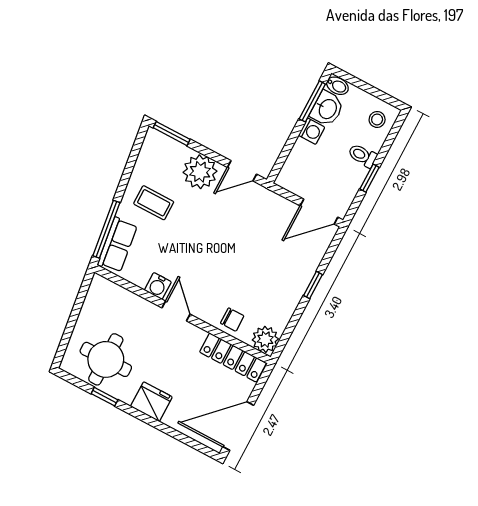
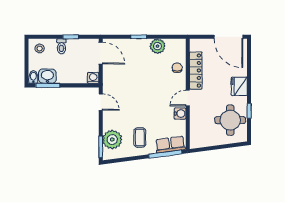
washing machine: (312, 131) -> (93, 78), moved
plant: (200, 172) -> (112, 140), moved
plant: (265, 339) -> (158, 46), moved
locker: (233, 357) -> (196, 70), moved

